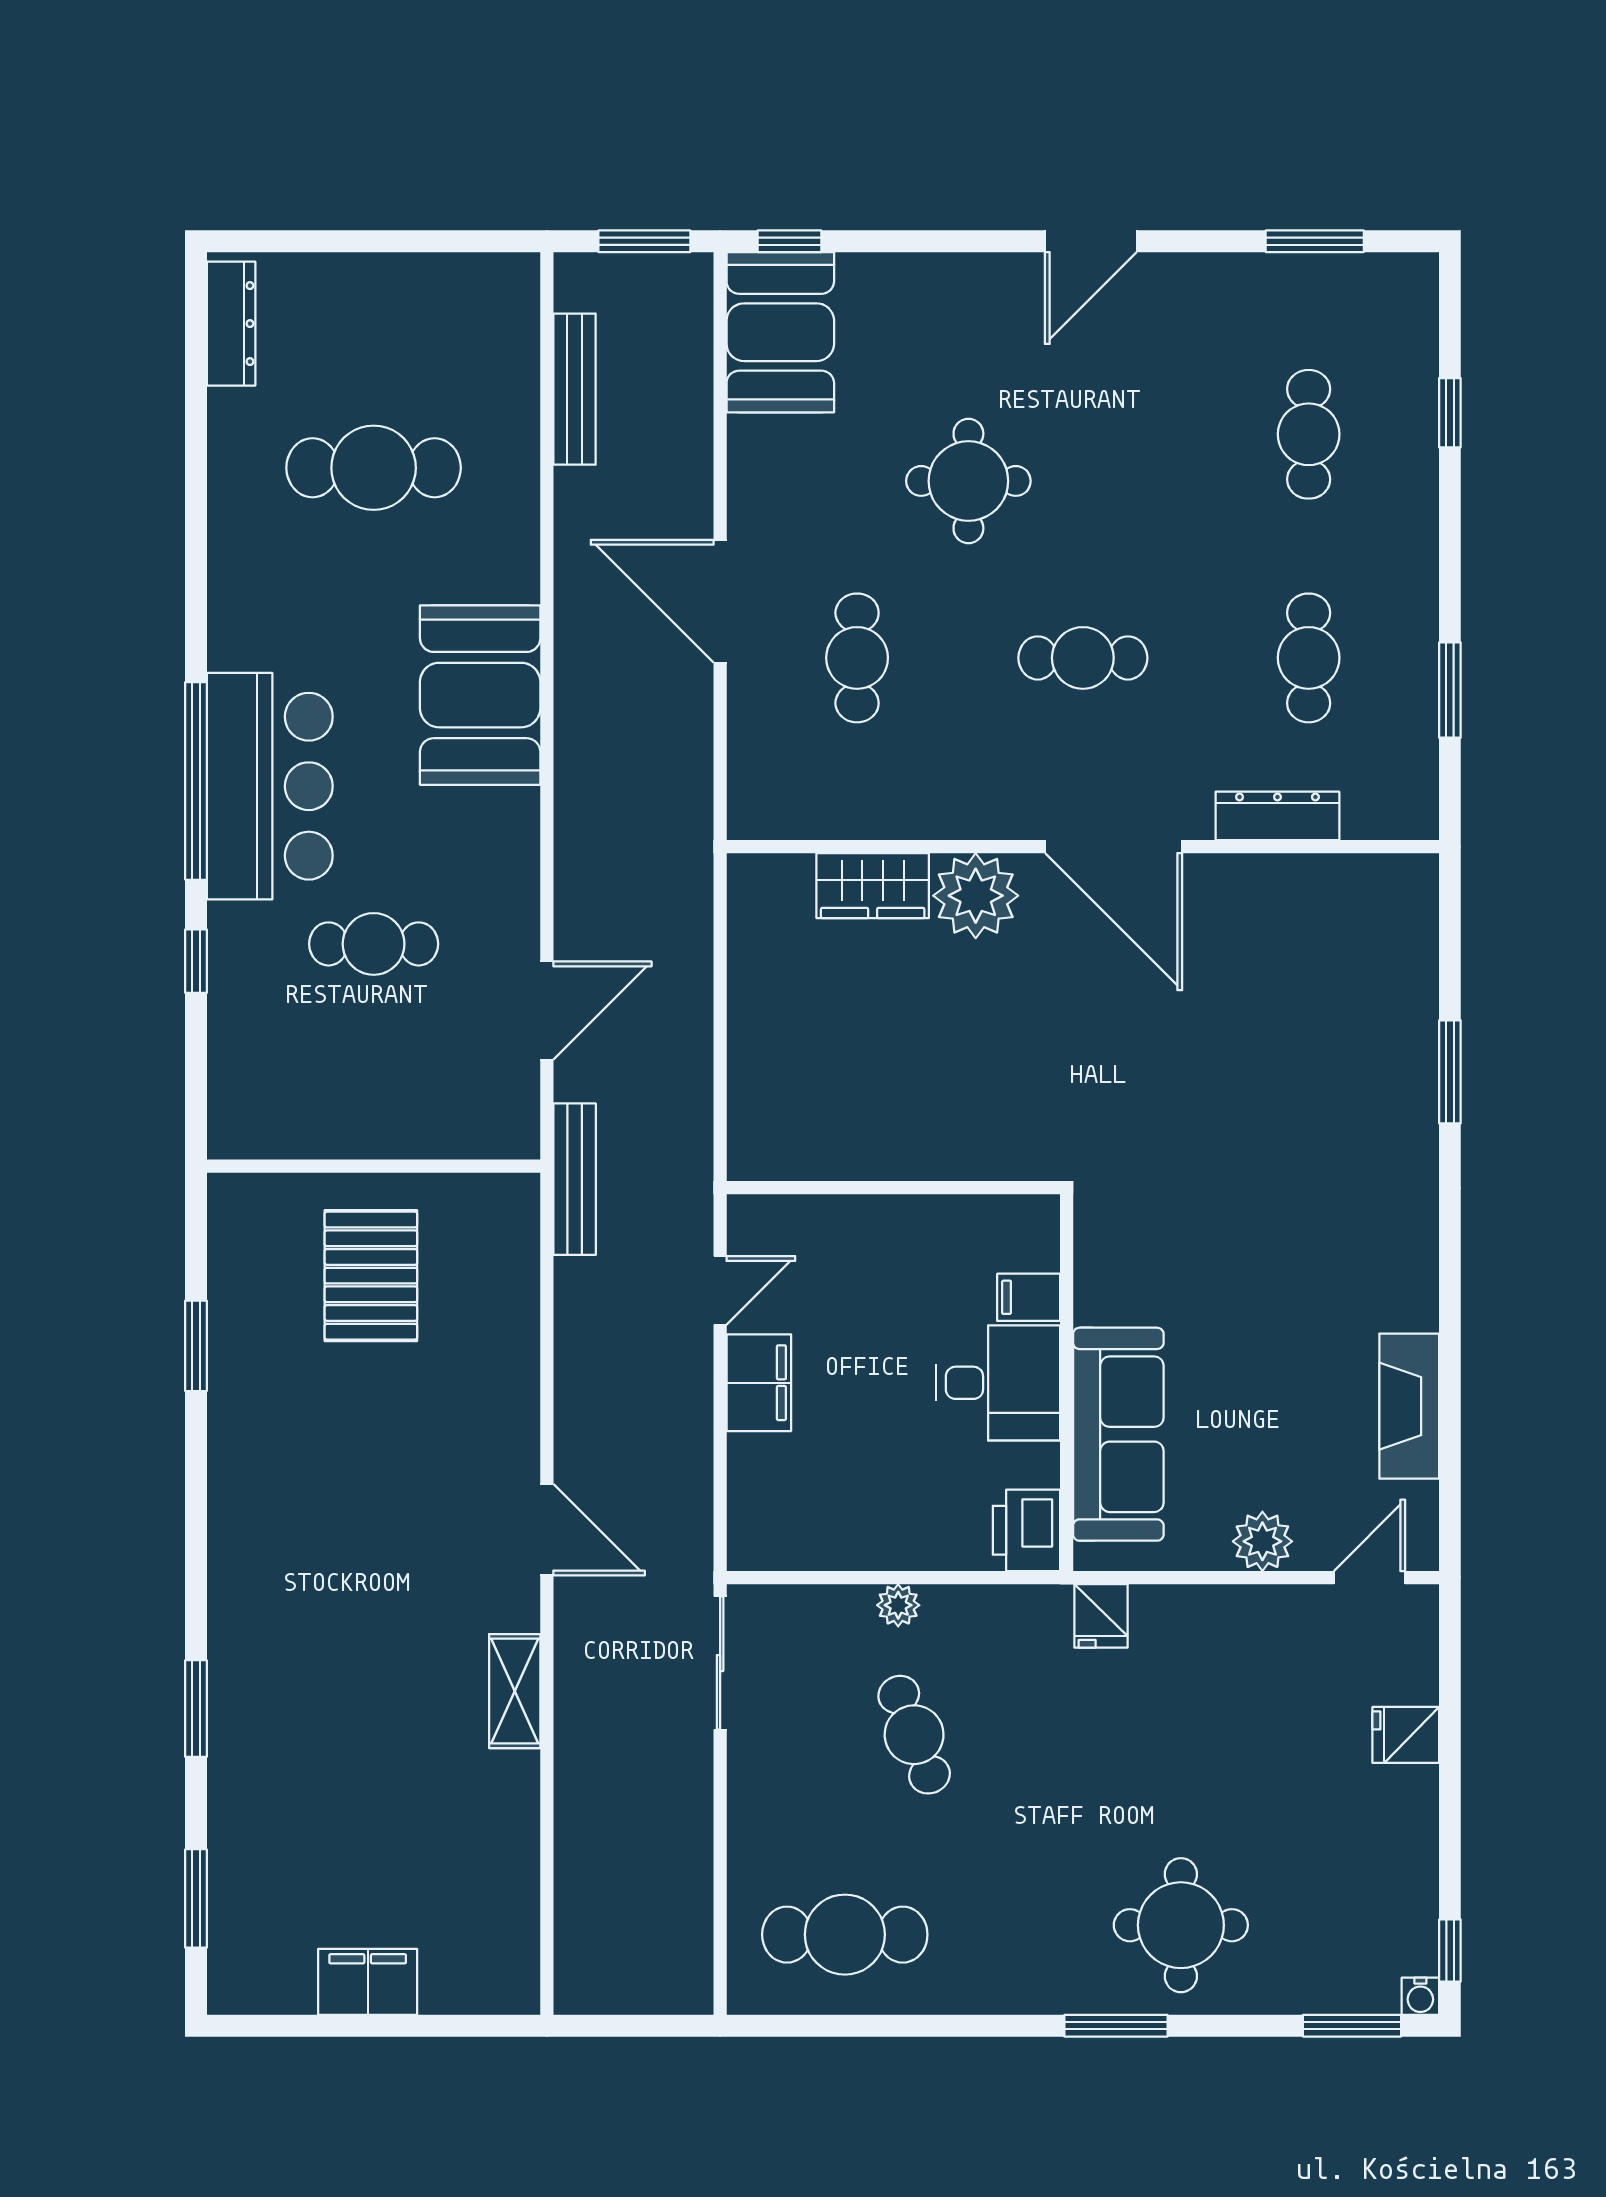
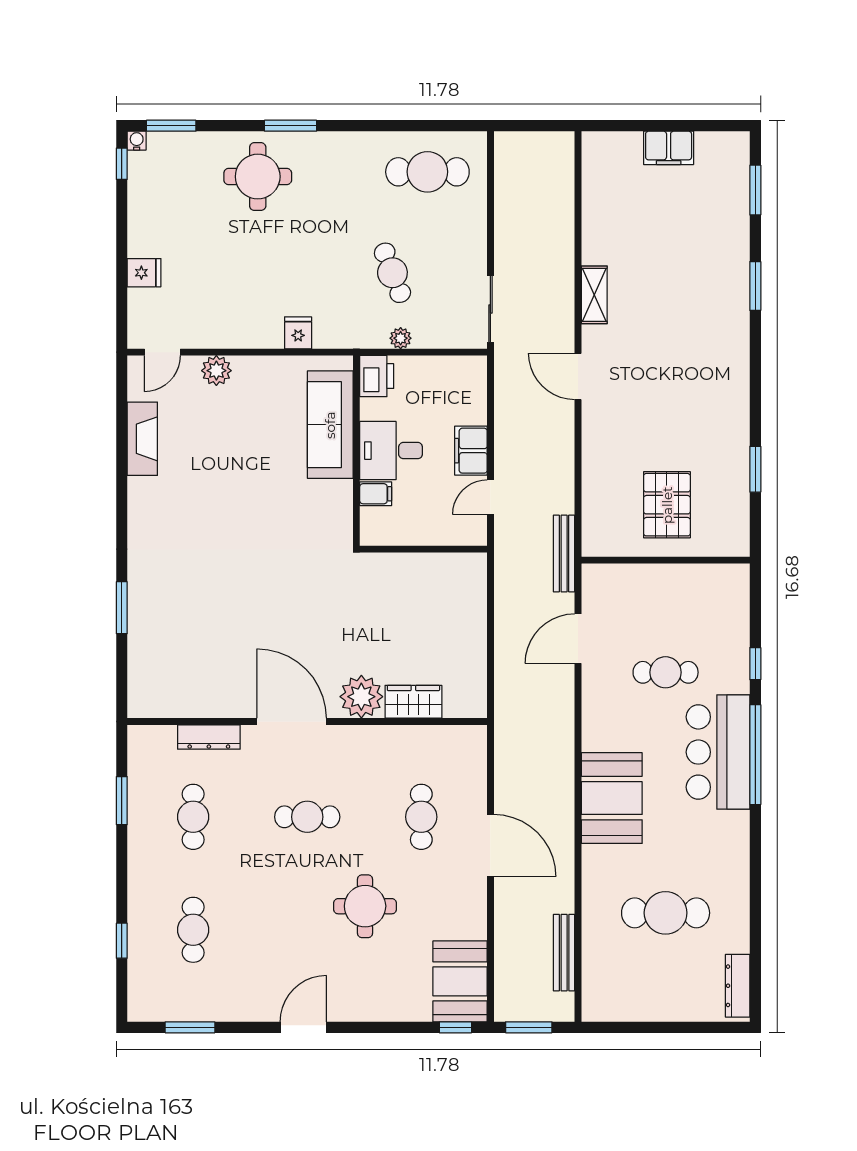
filing cabinet: (1029, 1297) -> (376, 494), moved
desk: (998, 1383) -> (391, 451), moved
wall: (1067, 1383) -> (356, 451), moved
sofa: (1118, 1434) -> (330, 425), moved
printer: (1026, 1530) -> (377, 376), moved

